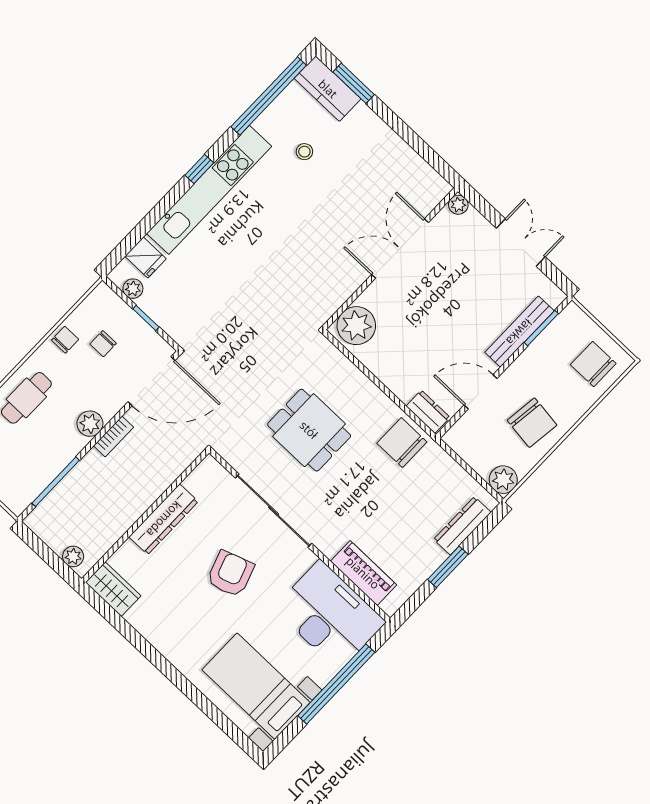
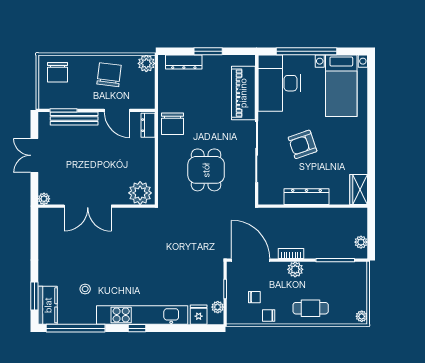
plant: (73, 556) -> (361, 242), moved
piano: (363, 573) -> (243, 93), width x1.37, depth x1.33

